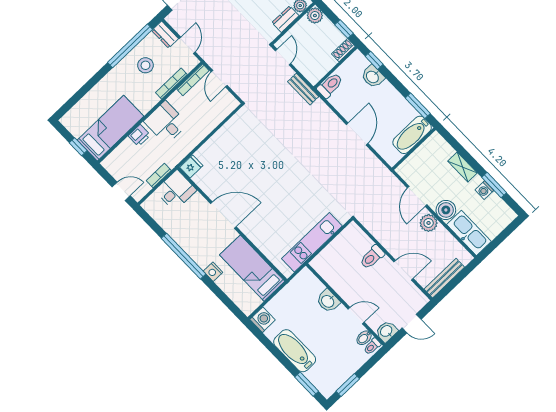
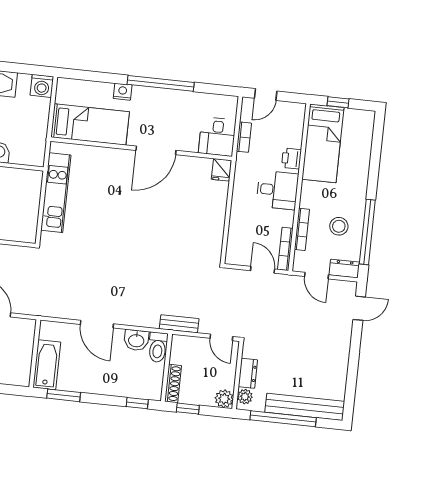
shoe rack: (343, 50) -> (173, 383), width x1.43
washbasin: (373, 77) -> (136, 340), moved, turned 180

